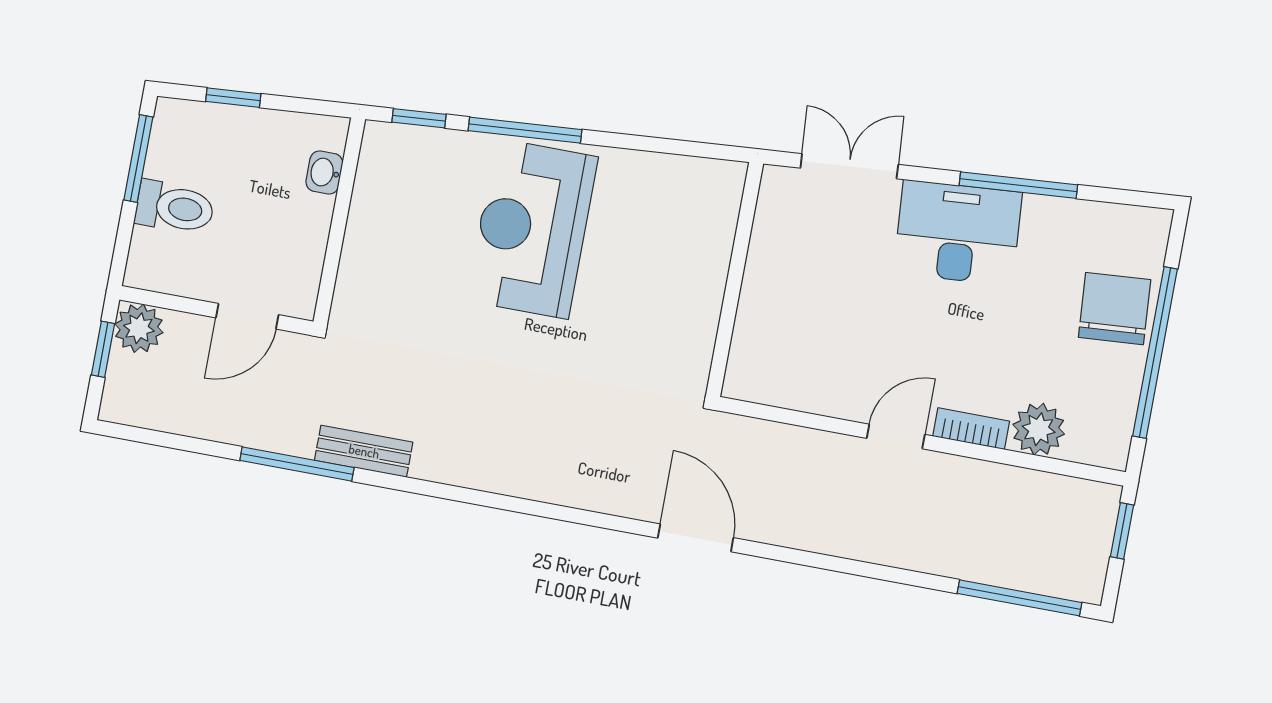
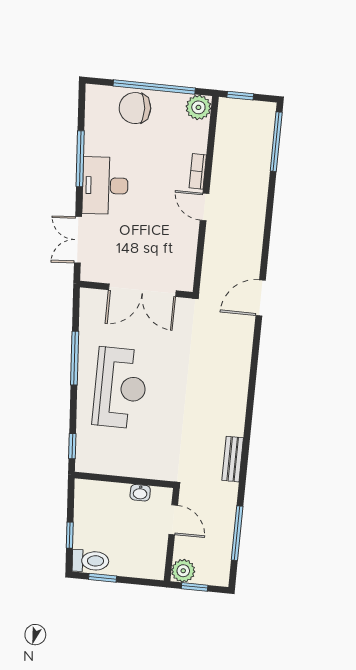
window: (525, 130) -> (75, 358), moved
window: (138, 158) -> (103, 578), width x0.67
washbasin: (324, 172) -> (140, 493), moved
toilet: (175, 207) -> (90, 561), moved, turned 86
reception desk: (532, 229) -> (120, 388), turned -90
double door: (732, 292) -> (142, 290), added
plant: (1039, 429) -> (198, 107), moved
window: (297, 464) -> (237, 533), moved

